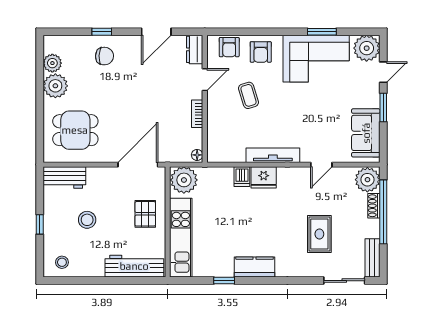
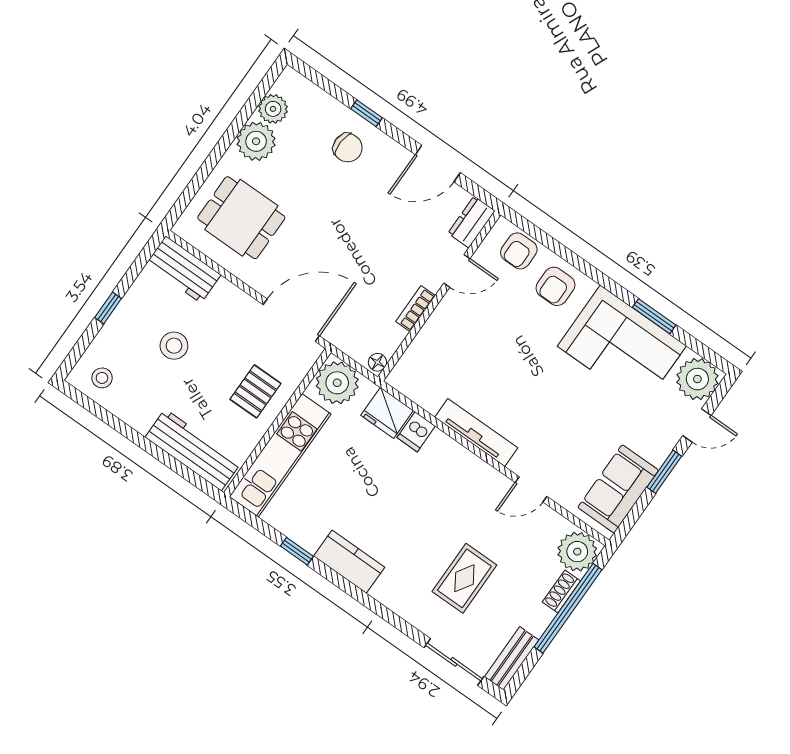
coffee table: (248, 95) -> (500, 332), removed
fridge: (264, 177) -> (387, 413), moved

